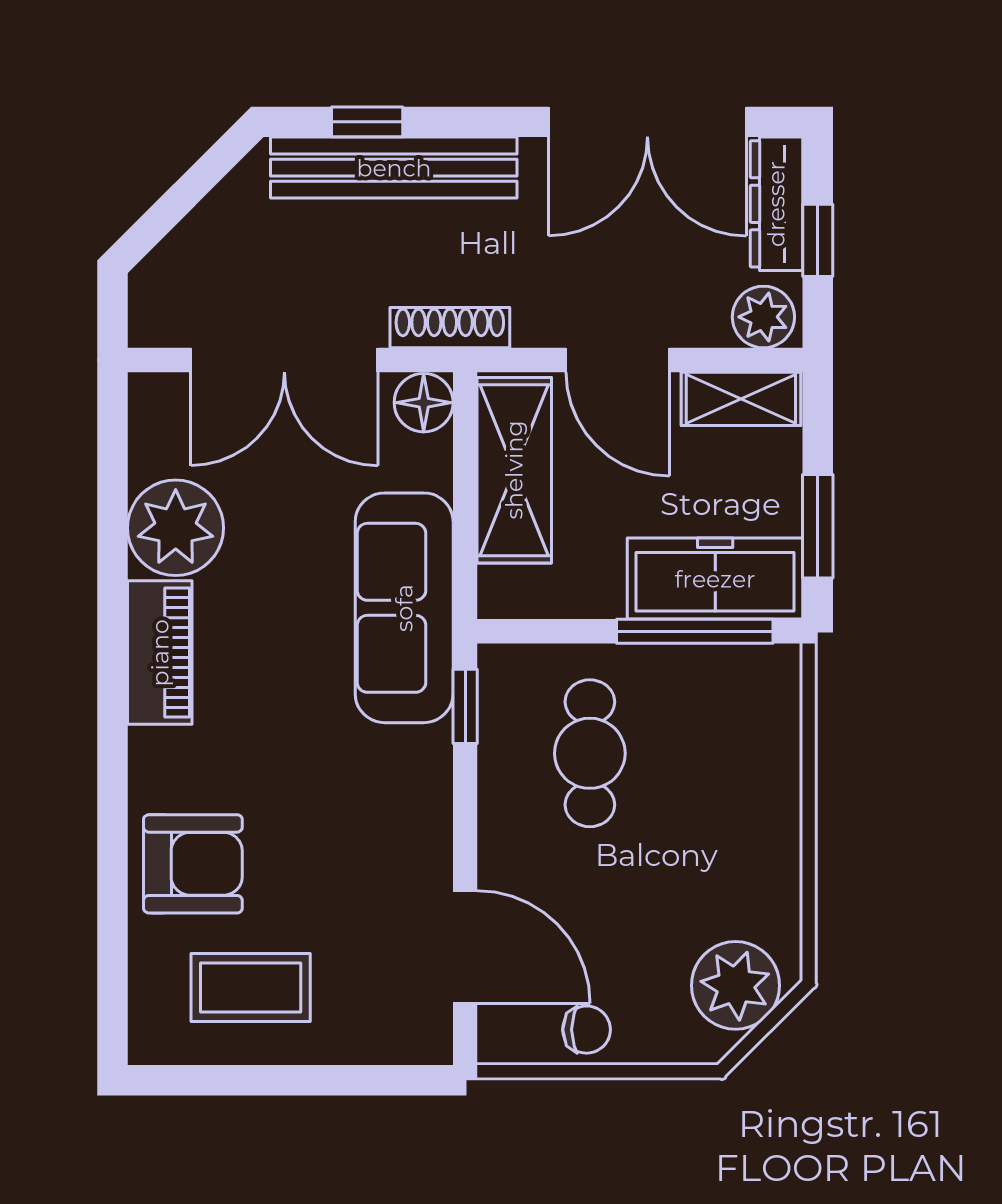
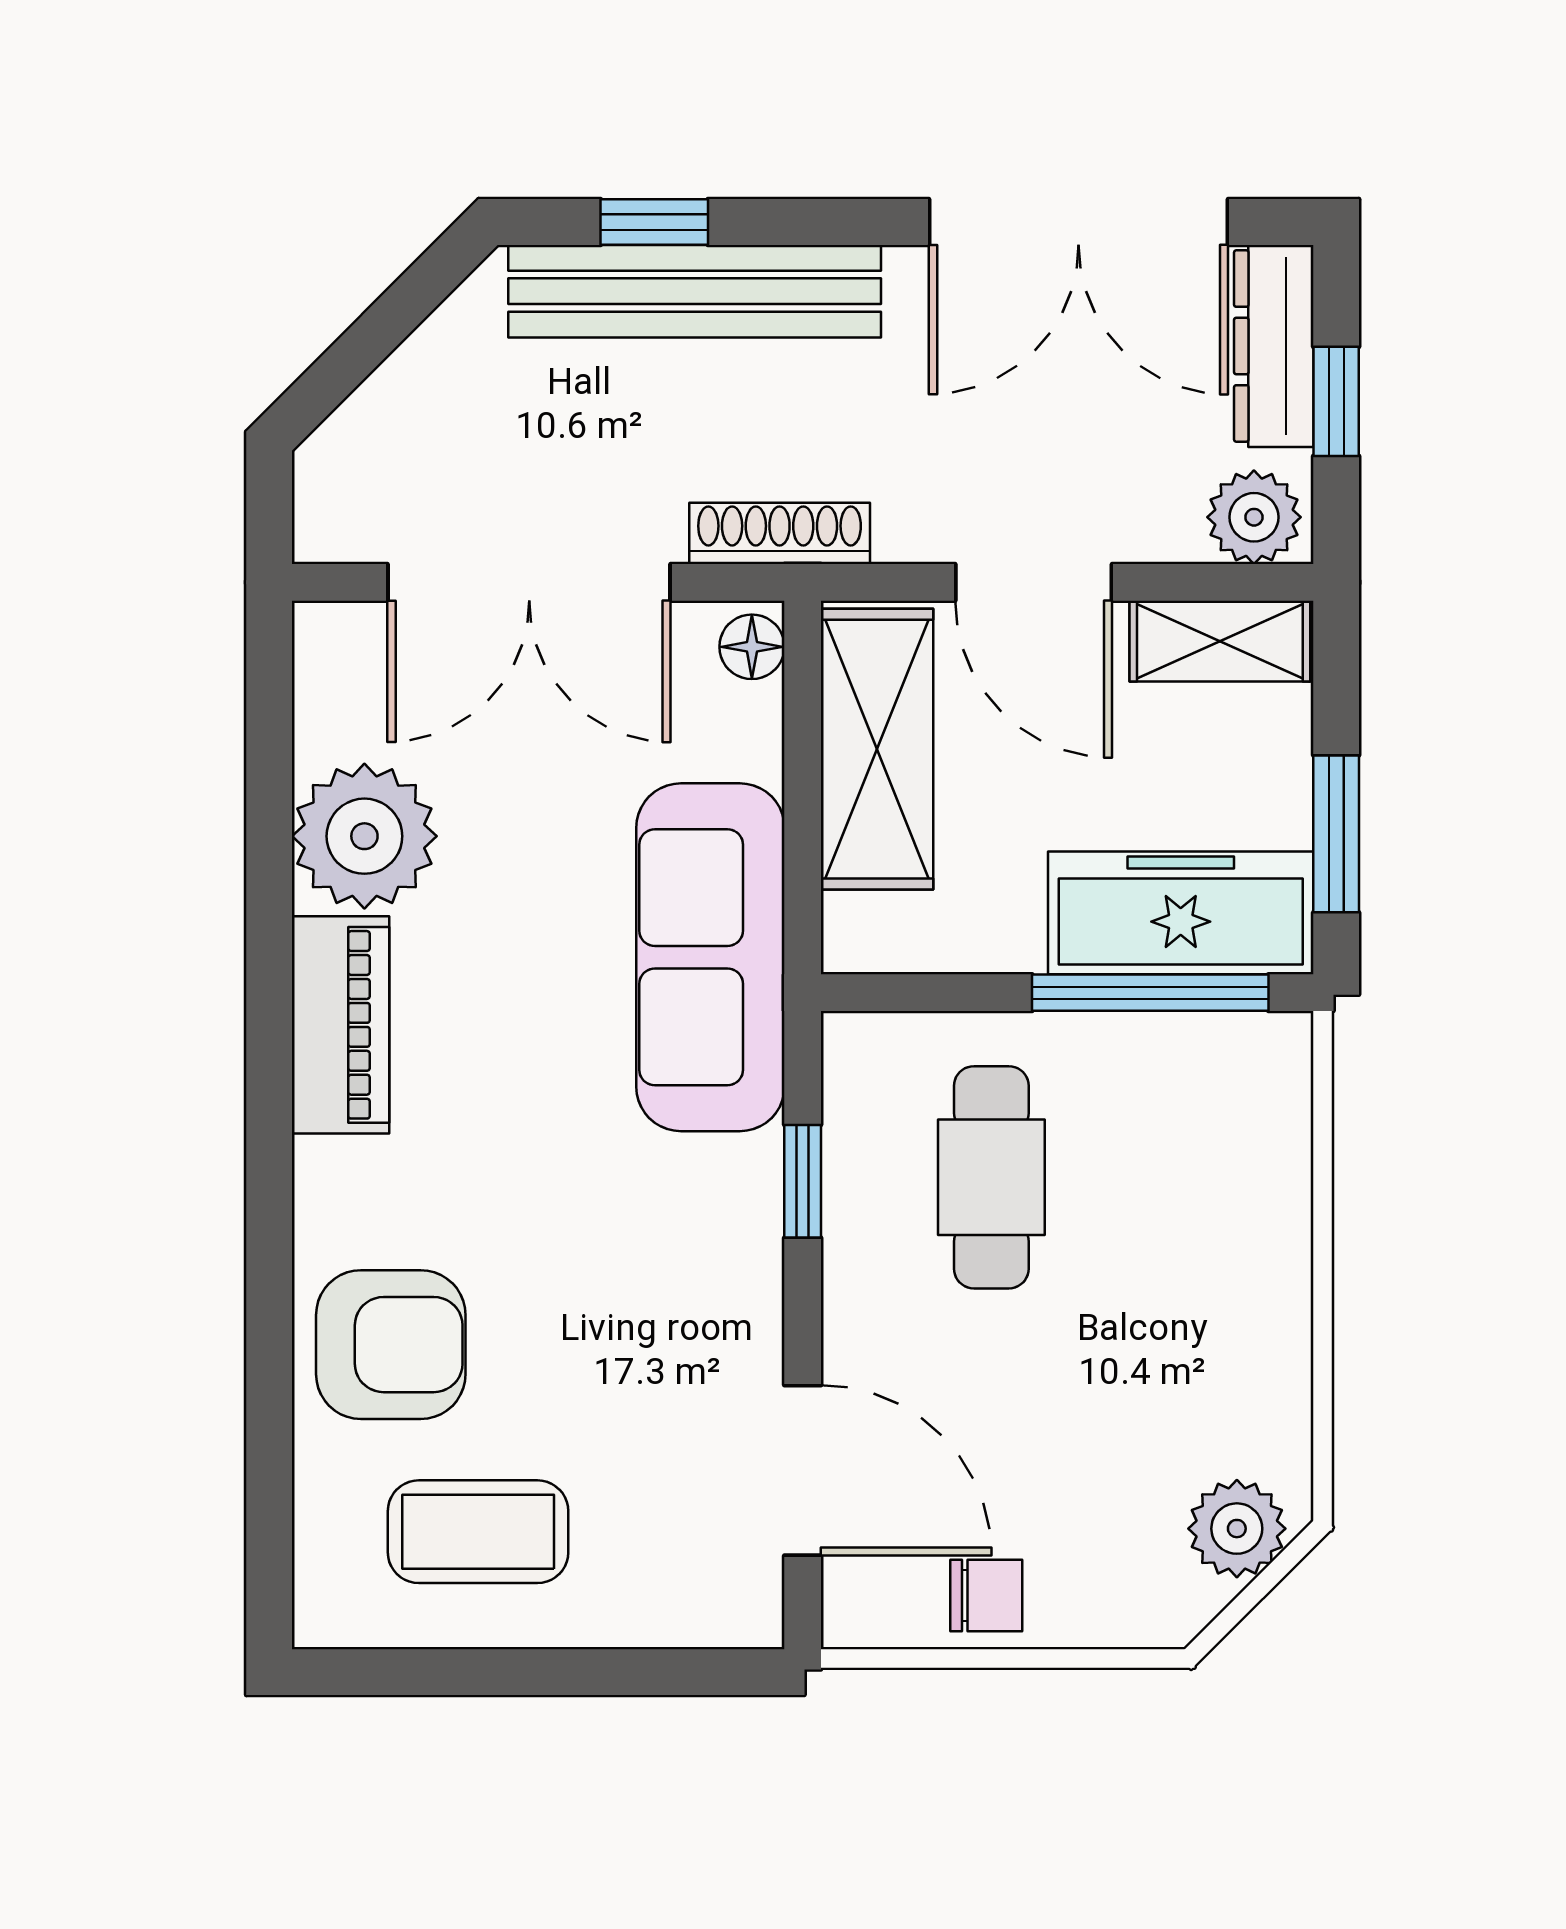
floor lamp: (424, 403) -> (752, 647), width x0.73, depth x0.73
window: (465, 706) -> (803, 1181), moved
plant: (736, 985) -> (1237, 1529), width x0.73, depth x0.73

